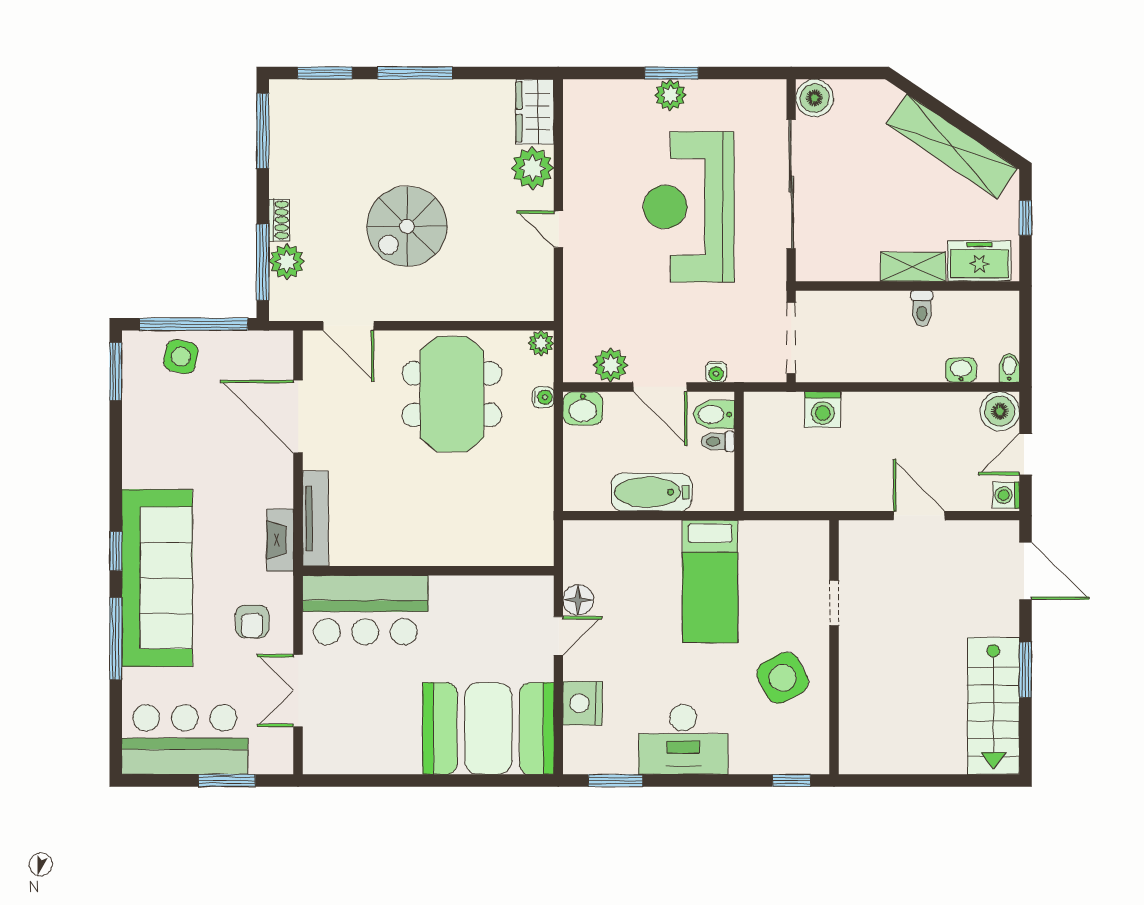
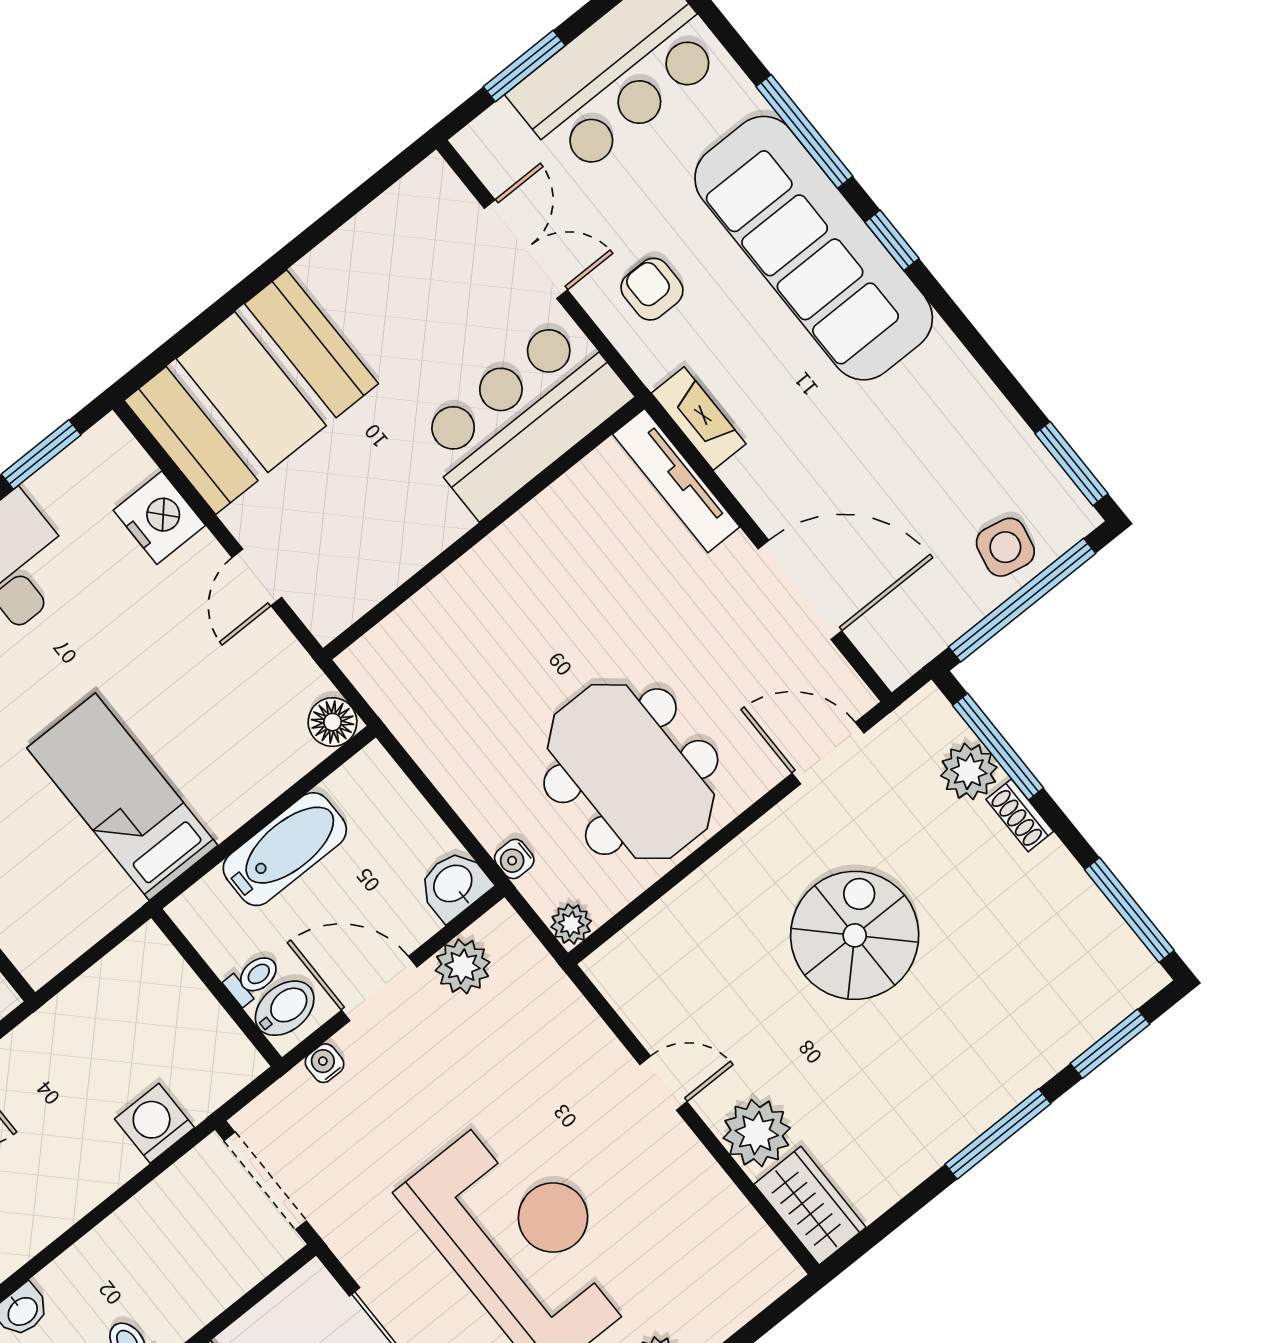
floor lamp: (578, 600) -> (332, 722), moved

